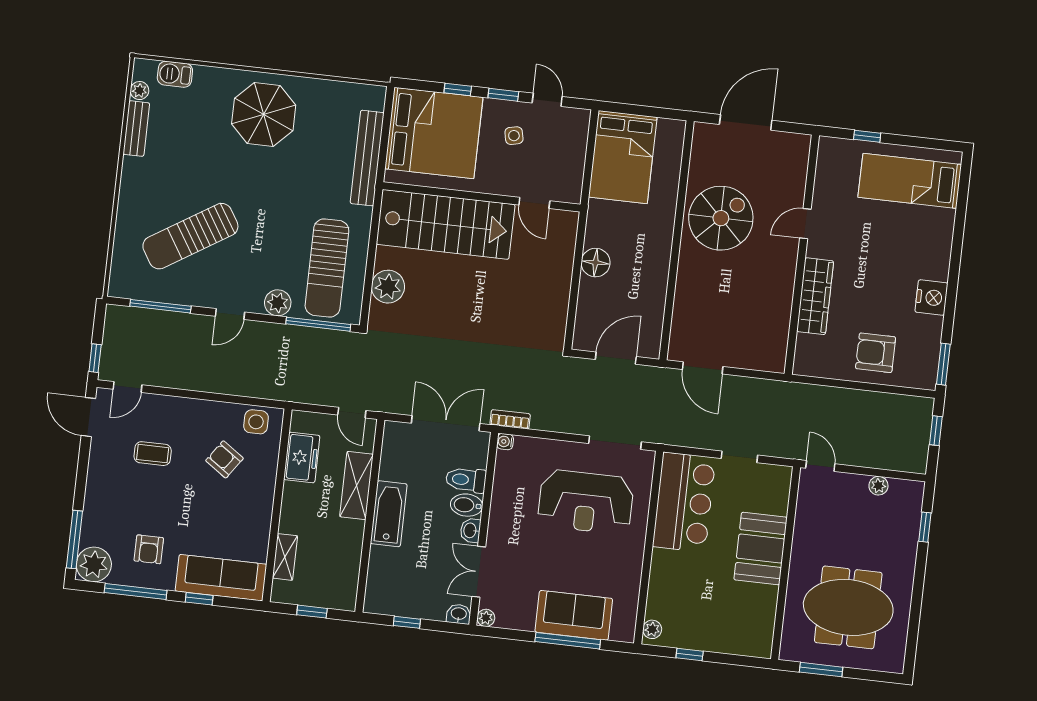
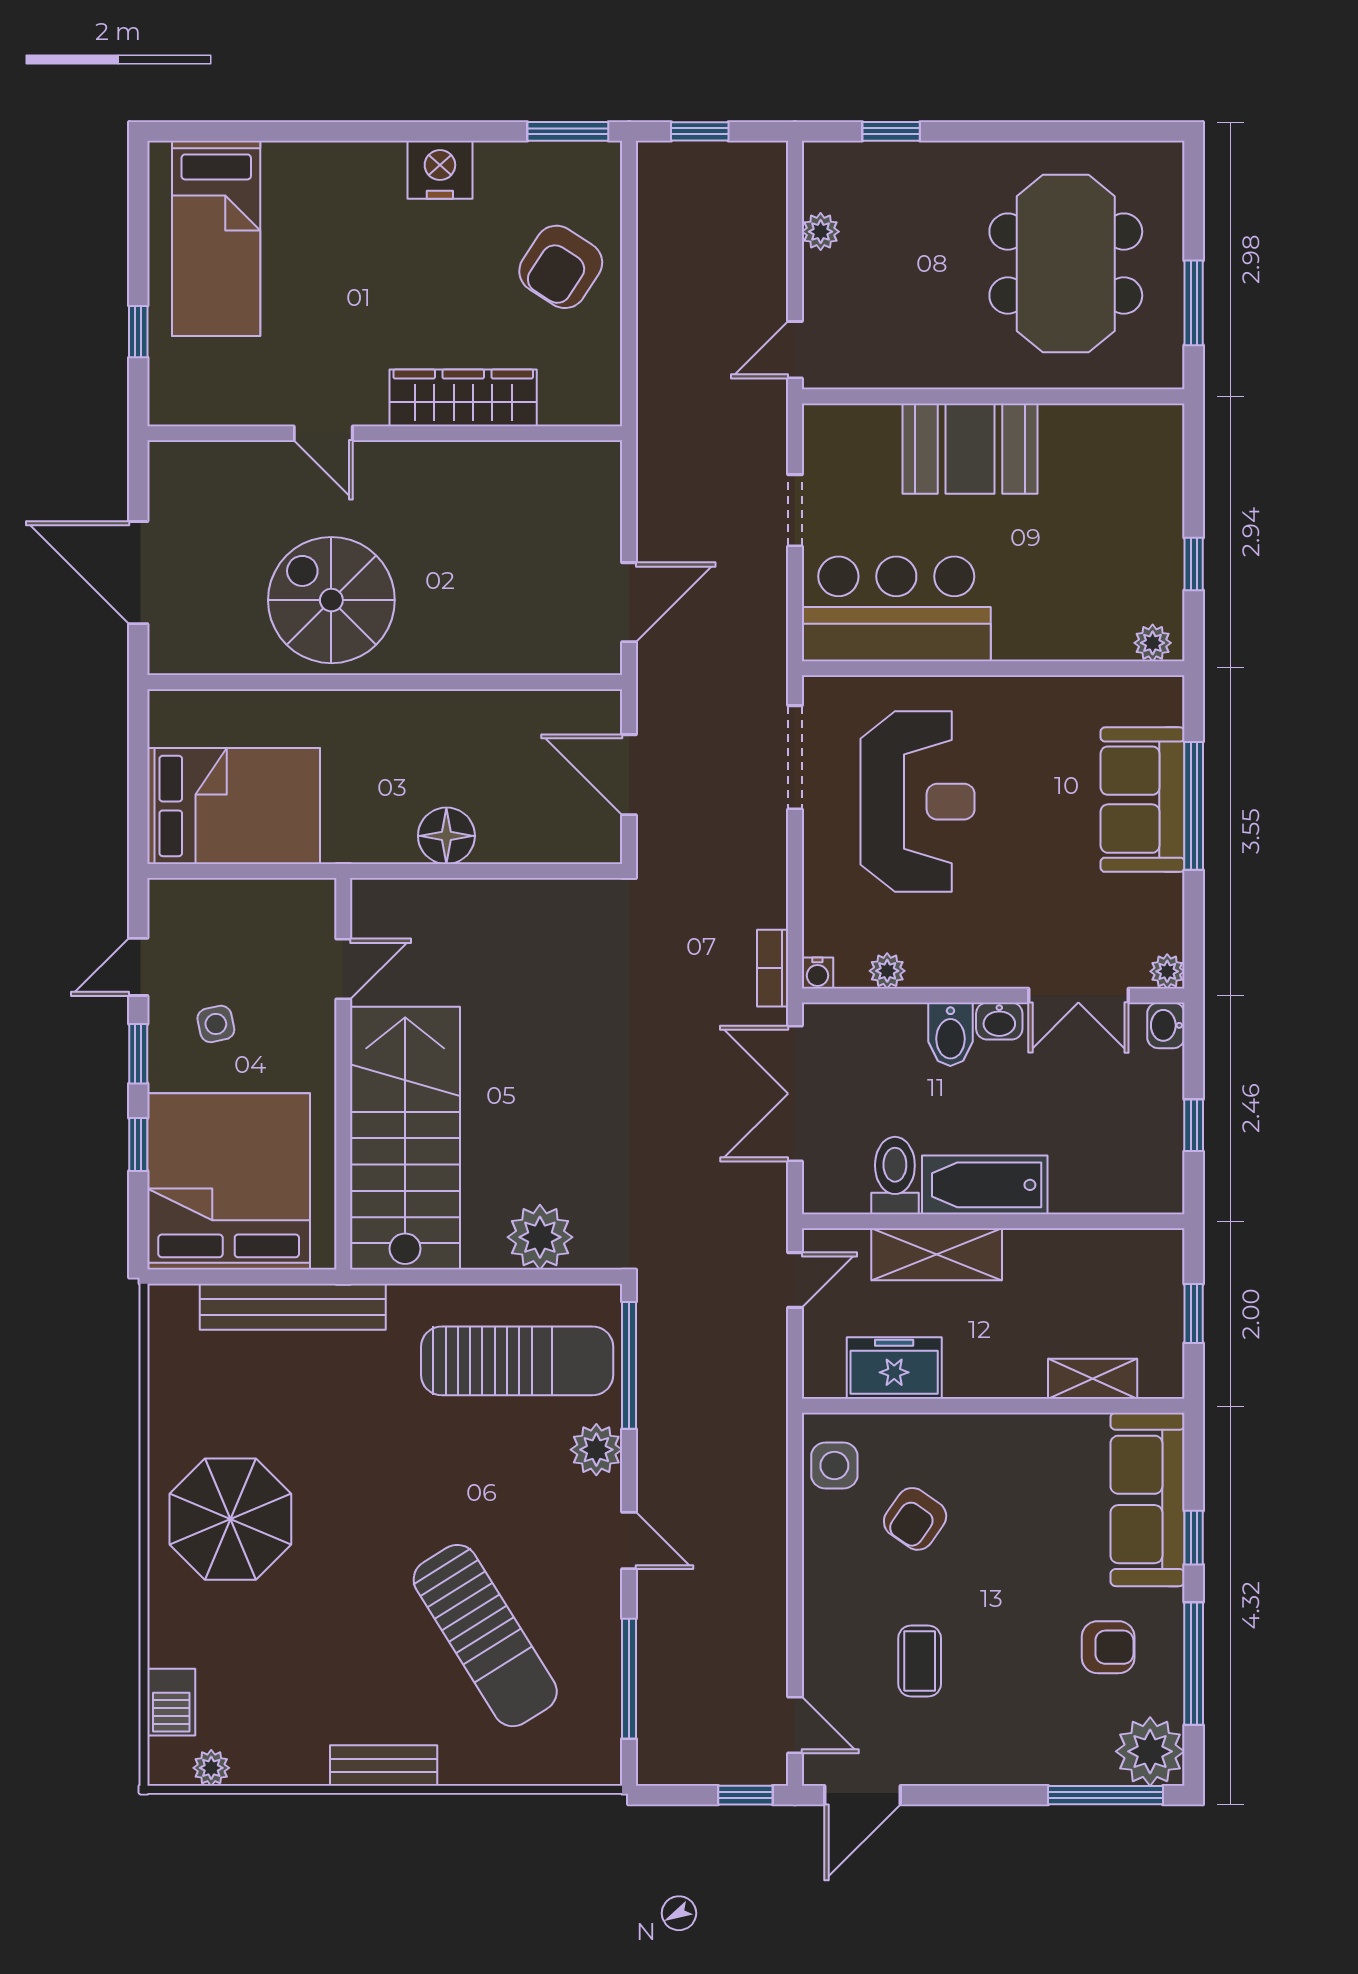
bench: (136, 129) -> (384, 1765), moved
armchair: (876, 353) -> (561, 267), turned 33
plant: (502, 477) -> (887, 971), added
toilet: (466, 480) -> (895, 1176), moved, turned 180

